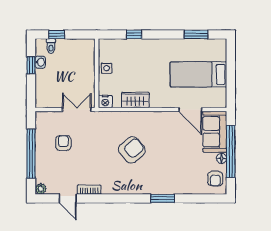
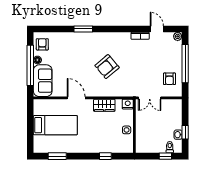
door: (190, 110) -> (76, 98), moved
armchair: (63, 143) -> (169, 79), moved

